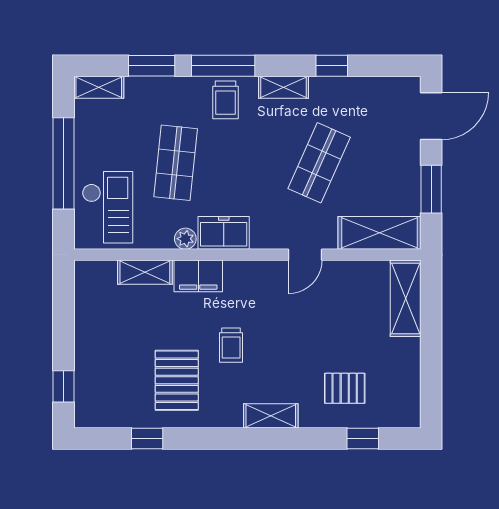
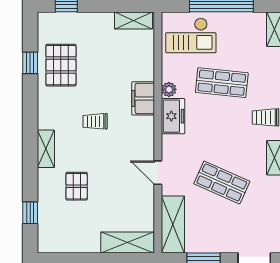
shelving: (145, 272) -> (133, 20), moved, turned 90
pallet: (177, 380) -> (61, 65), moved, turned 90
pallet: (345, 388) -> (77, 186), moved

